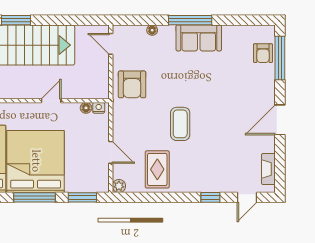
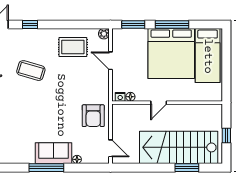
sofa: (199, 38) -> (53, 153), moved
armchair: (132, 84) -> (93, 116), turned 180
coffee table: (180, 124) -> (31, 71), moved, turned -74
rug: (157, 169) -> (73, 47), turned 90

